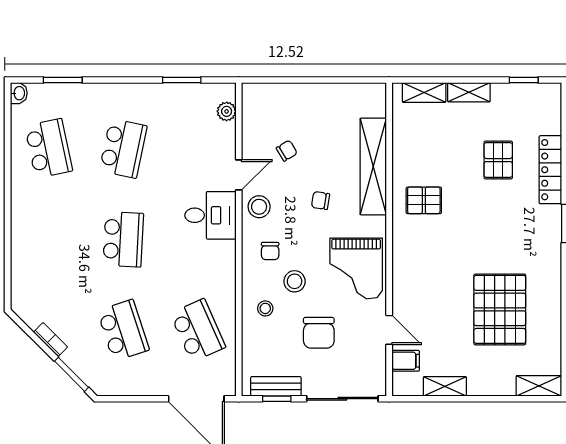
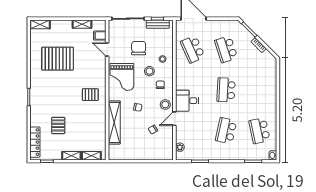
locker: (550, 170) -> (35, 142), moved
pallet: (424, 200) -> (90, 95), moved
grand piano: (356, 268) -> (122, 77), turned 180
pallet: (500, 309) -> (58, 59), turned 90

